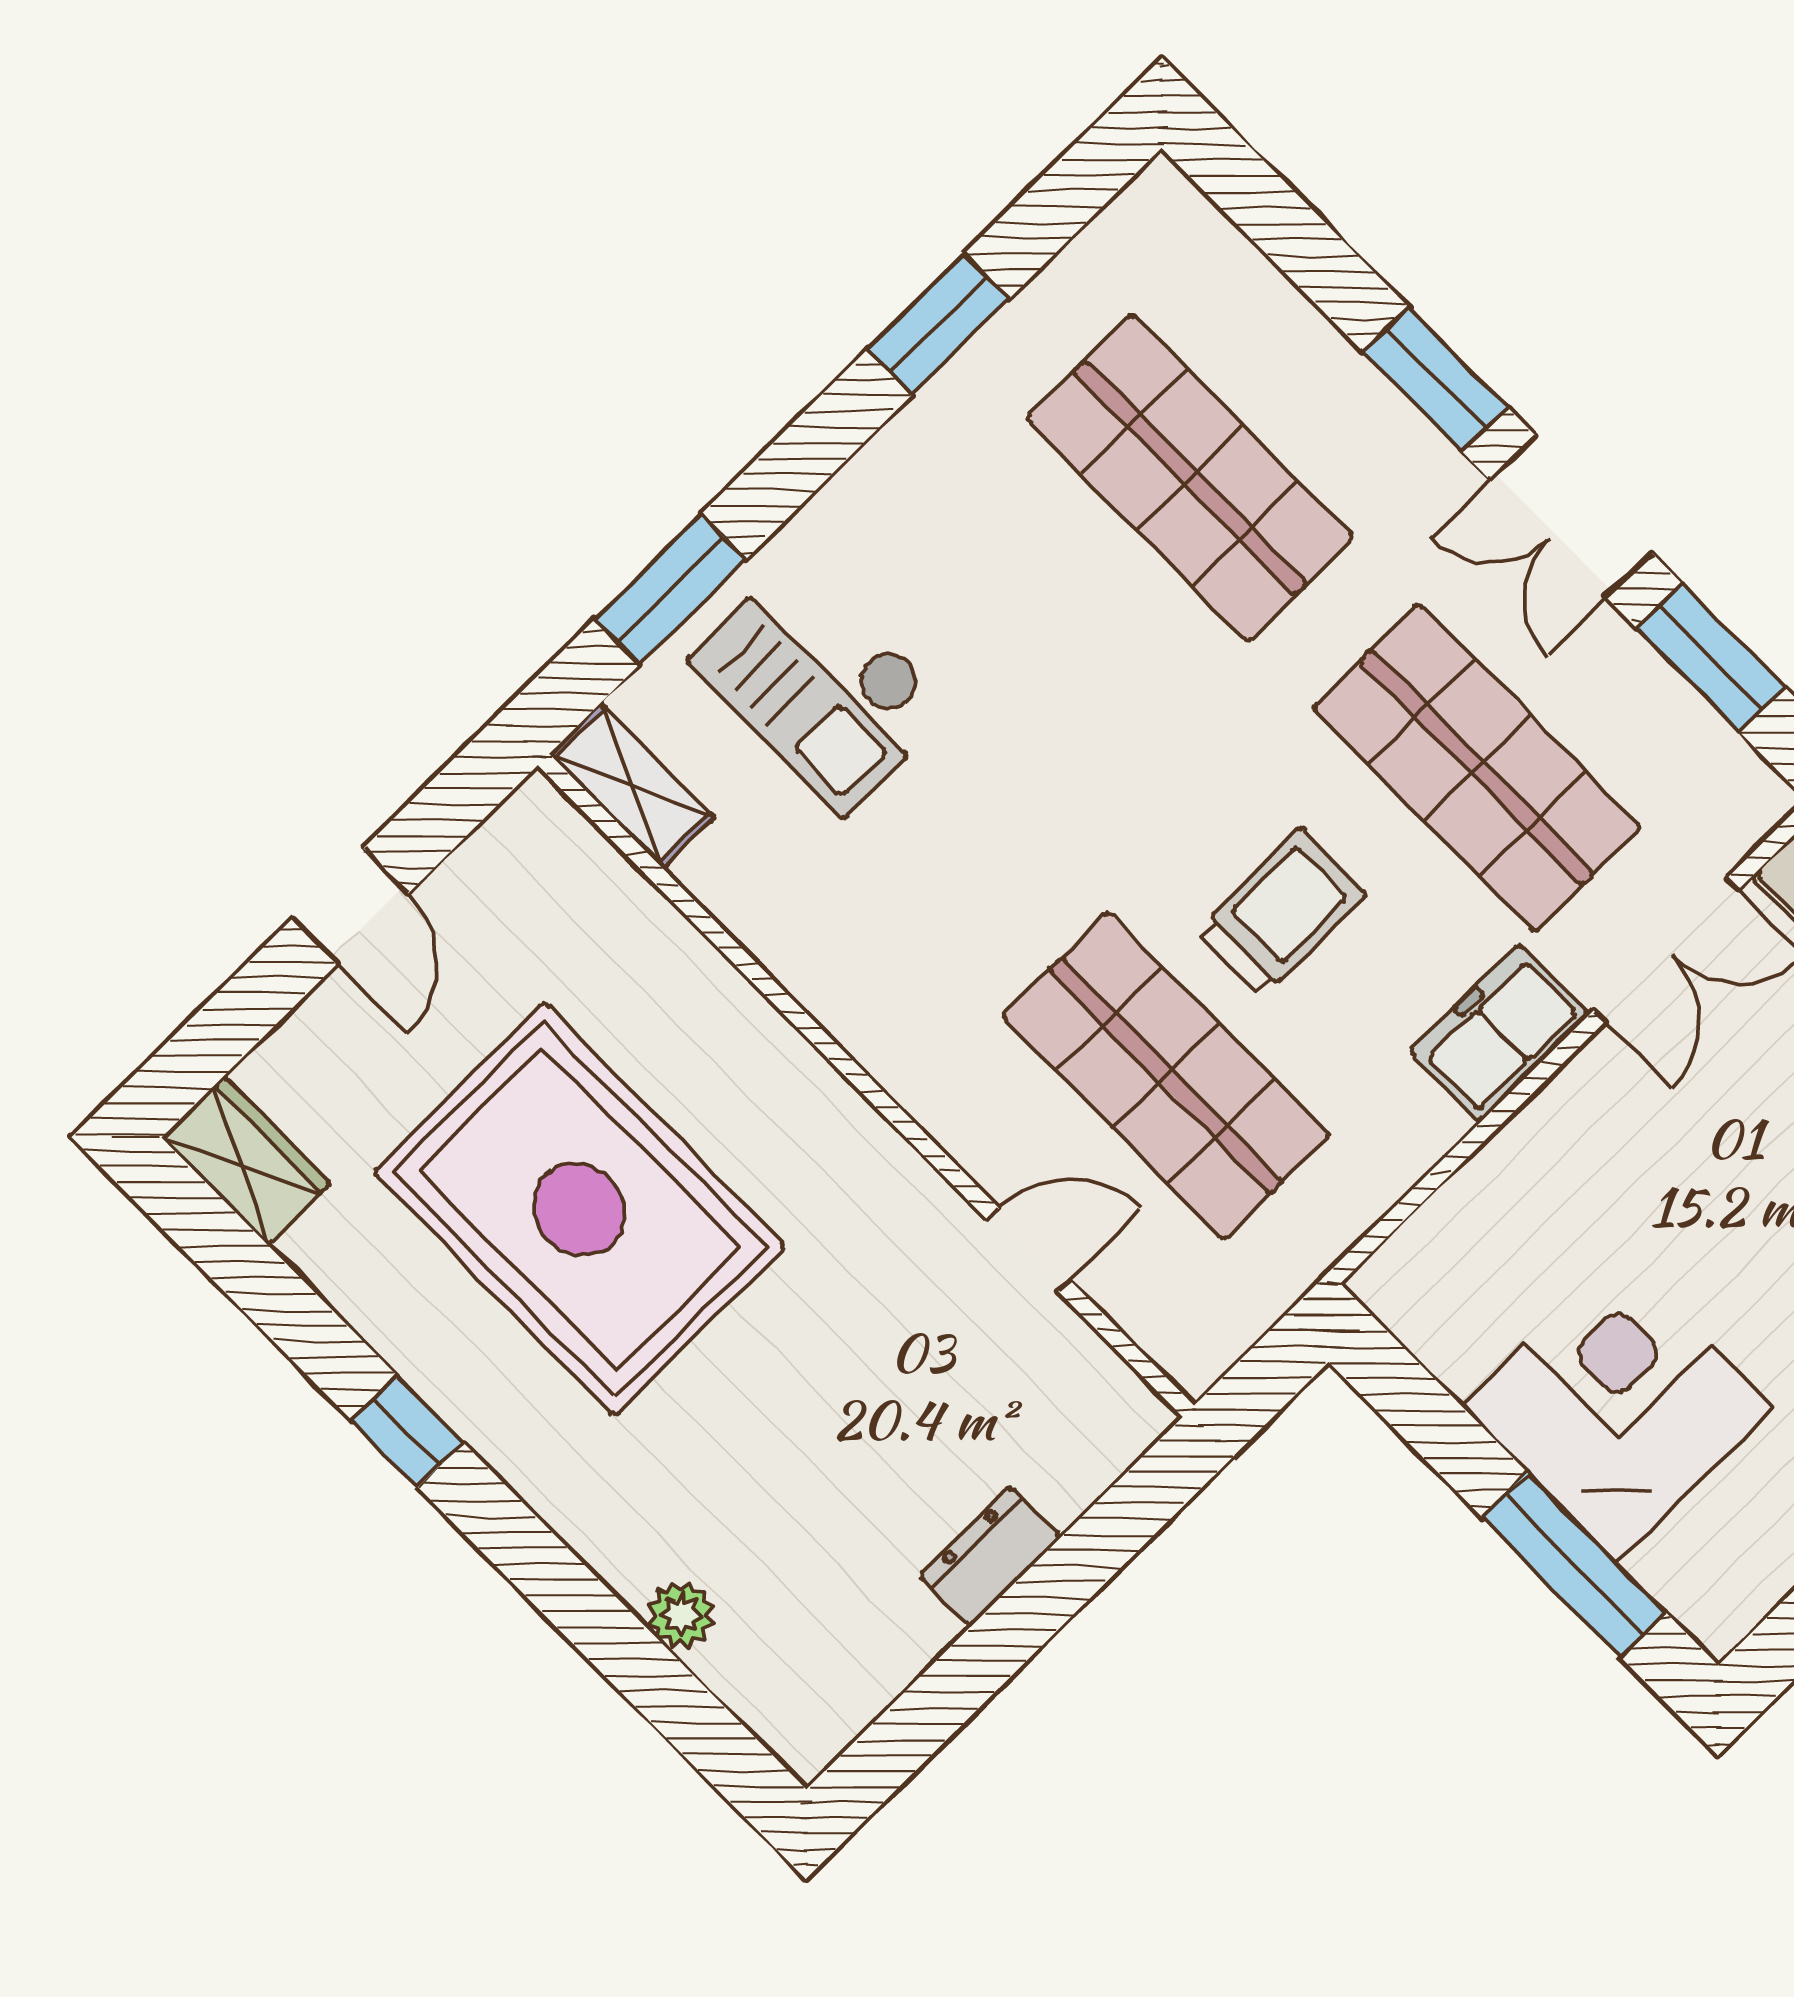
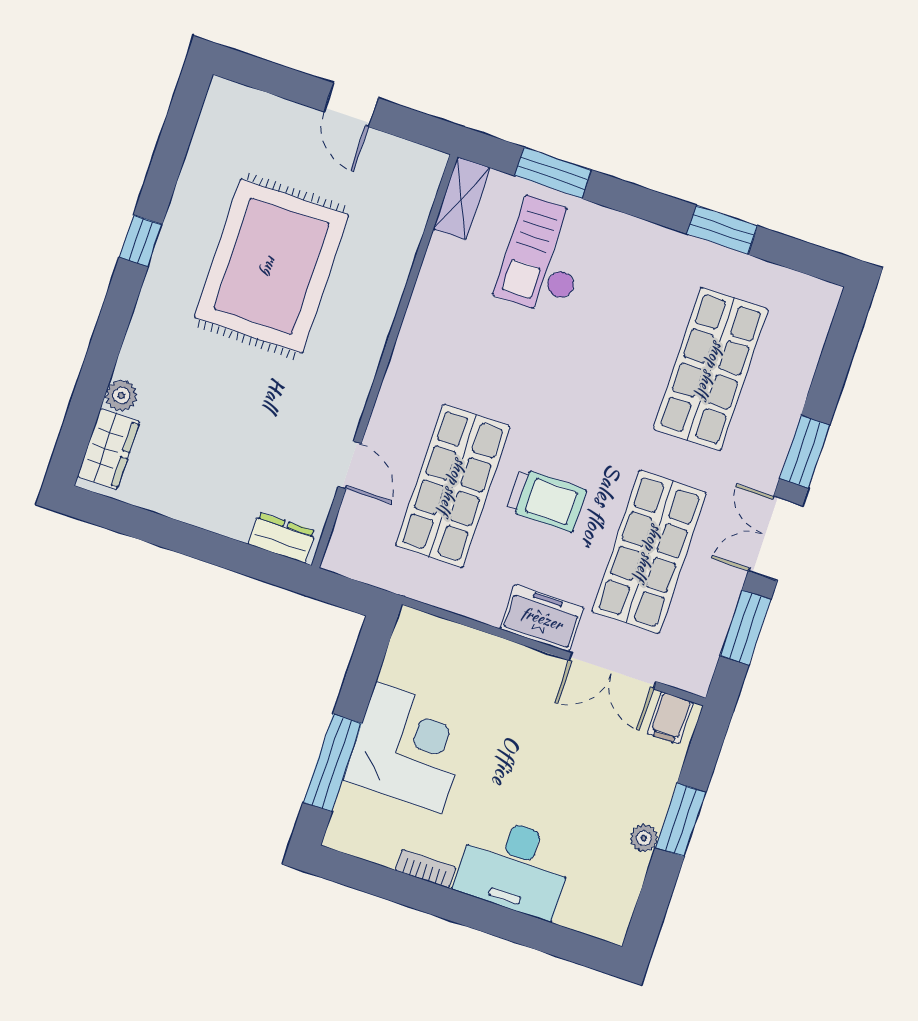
door: (350, 906) -> (351, 105), hinge flipped
wardrobe: (246, 1161) -> (108, 449), moved
dresser: (990, 1557) -> (282, 538), moved

